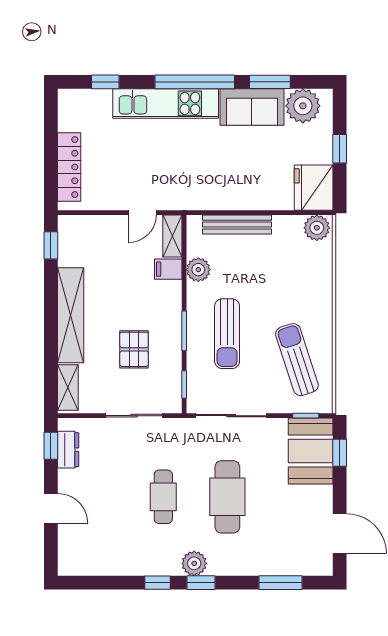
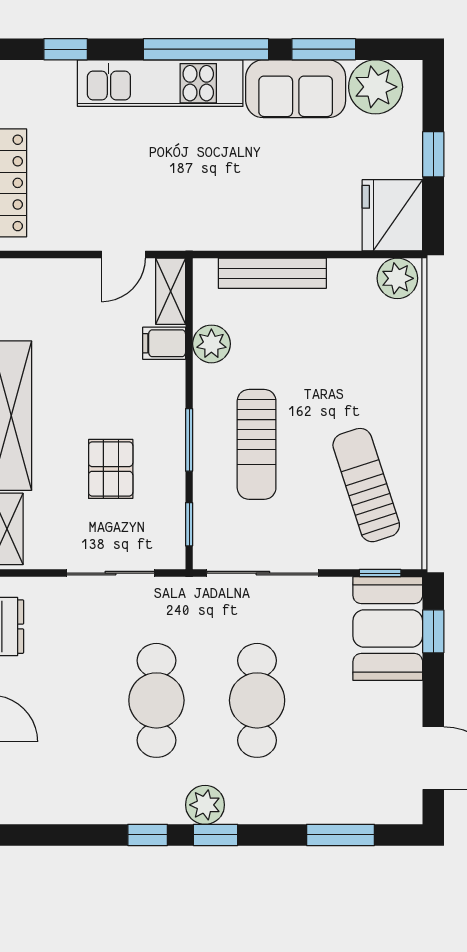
cafe table: (163, 497) -> (156, 700), width x1.37, depth x1.35

